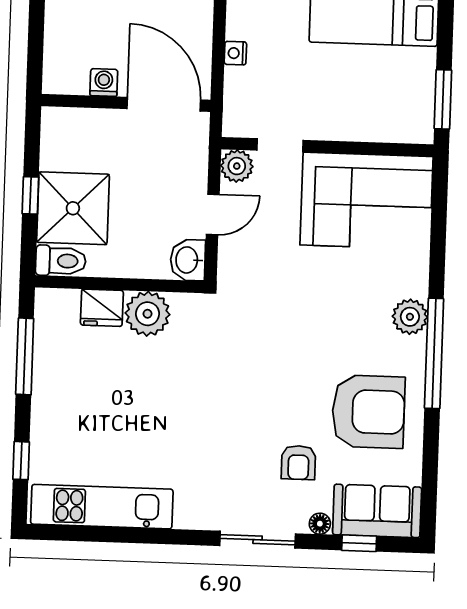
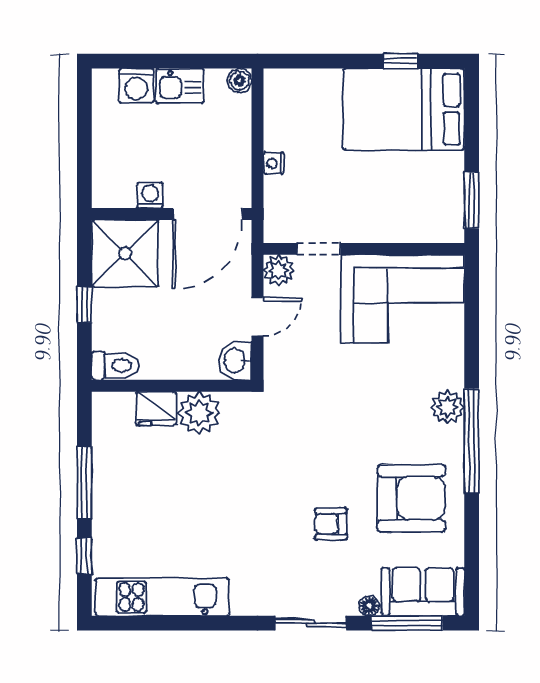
door: (164, 104) -> (208, 214), swing flipped
shower: (73, 208) -> (125, 253), moved
window: (25, 356) -> (84, 483), moved
armchair: (298, 463) -> (331, 524), moved, turned 89
window: (359, 543) -> (407, 623), width x2.17

